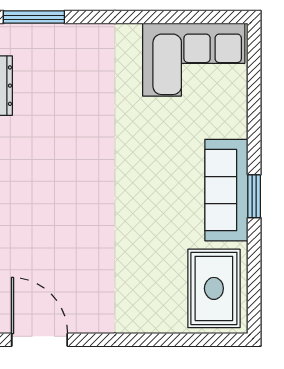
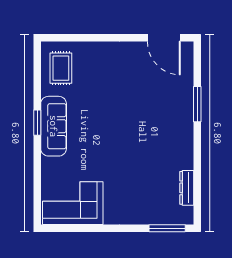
rug: (214, 288) -> (61, 68), width x0.73, depth x0.70

